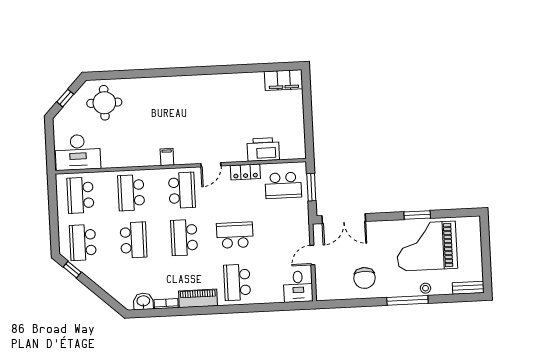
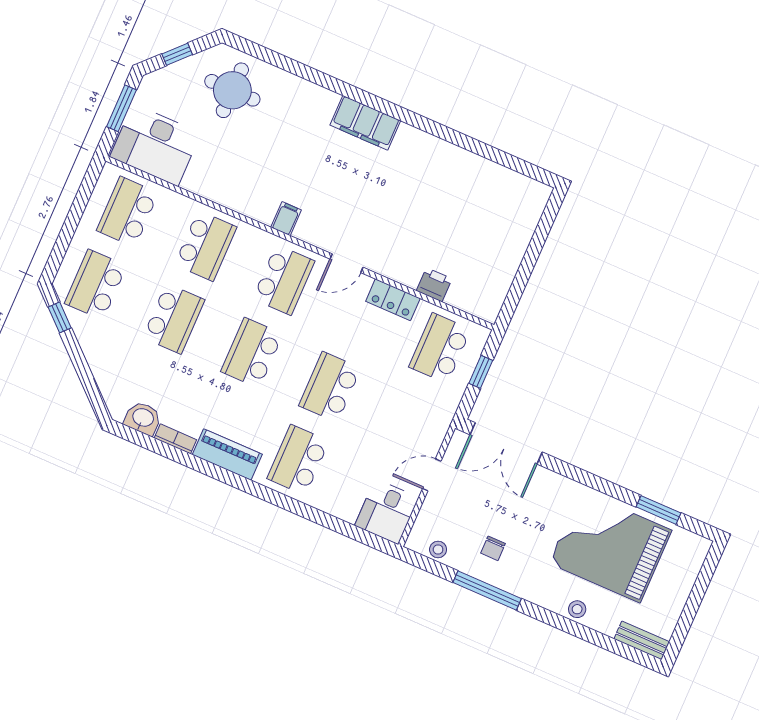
filing cabinet: (284, 80) -> (365, 123), moved
window: (50, 142) -> (121, 108), added
printer: (263, 149) -> (434, 285), width x0.53, depth x0.68
school desk: (283, 185) -> (440, 348), turned 90
window: (311, 187) -> (481, 372), width x0.67
school desk: (131, 193) -> (206, 246), turned 180
window: (417, 215) -> (658, 510), moved
school desk: (235, 235) -> (330, 387), turned -90
chair: (365, 278) -> (493, 548), width x0.54, depth x0.54
stool: (336, 293) -> (438, 550), added
window: (407, 300) -> (487, 591), moved

